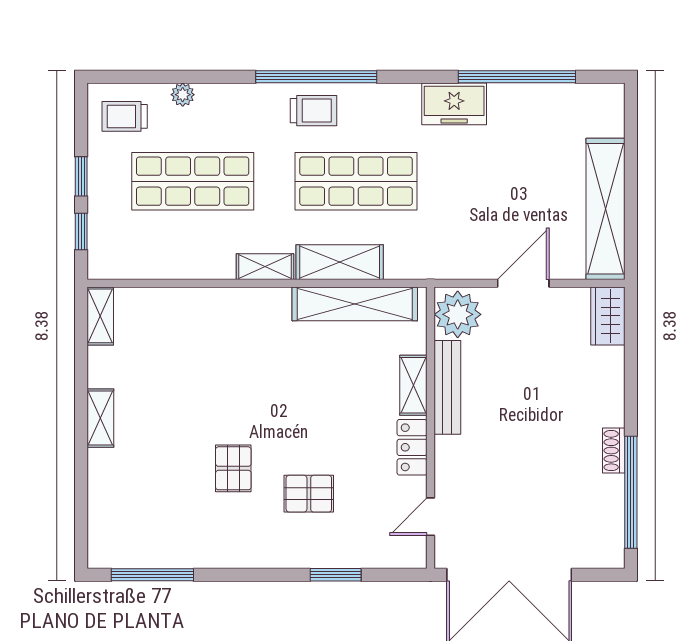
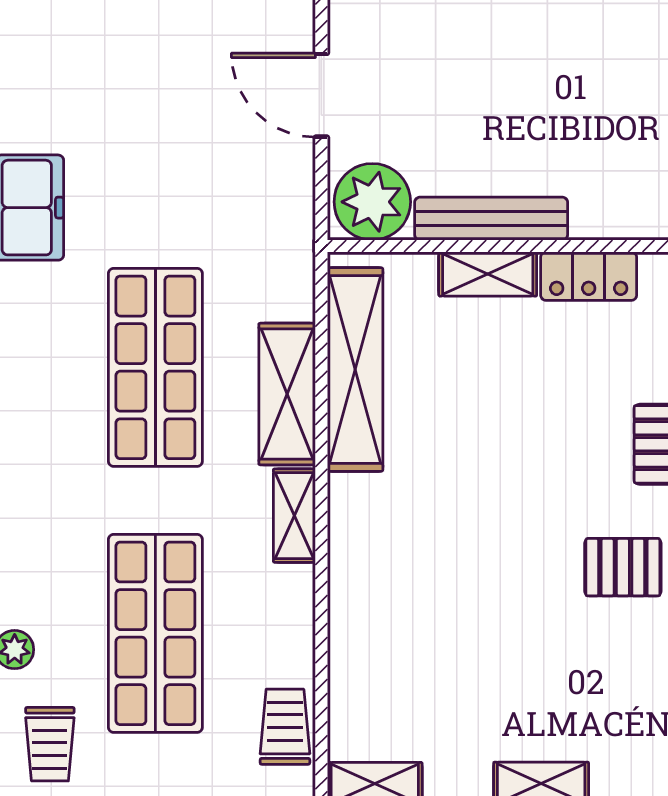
trolley: (313, 111) -> (285, 727), moved

